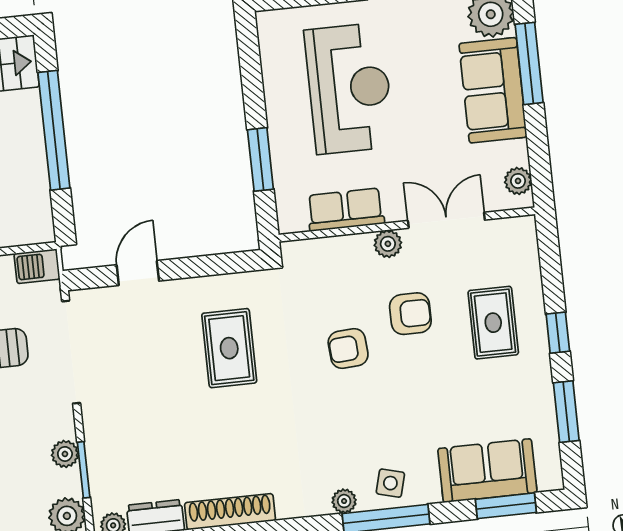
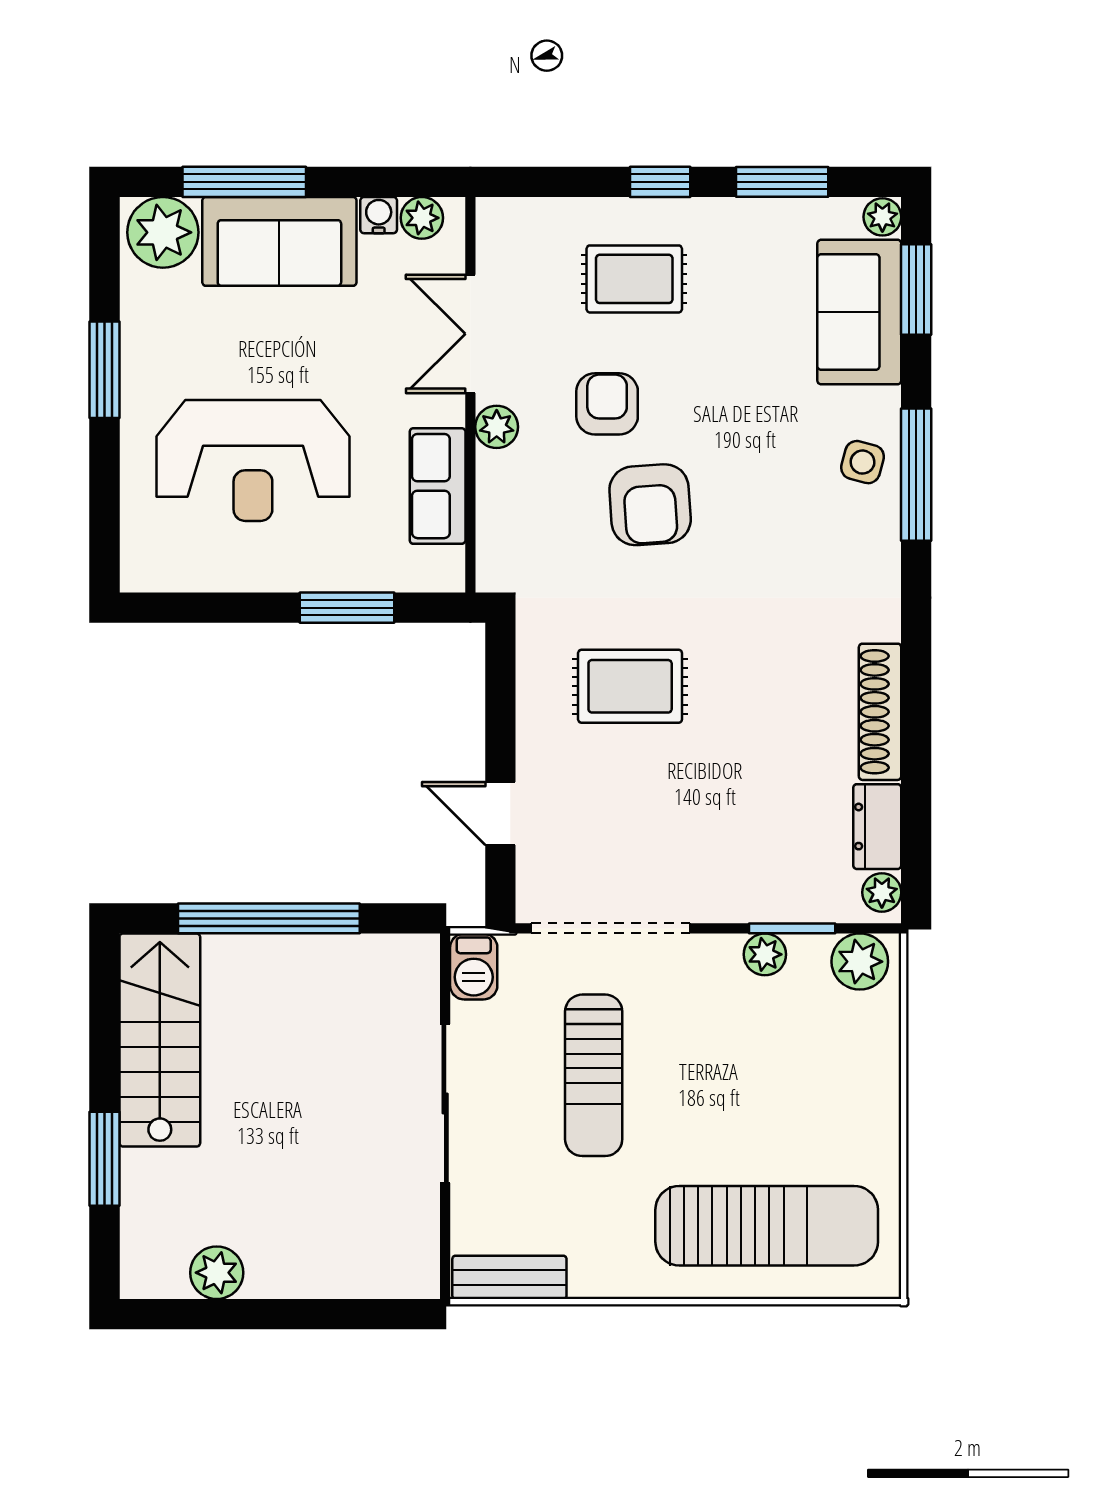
reception desk: (349, 88) -> (253, 460), turned 180
water cooler: (517, 153) -> (379, 215), added
armchair: (348, 348) -> (650, 505), width x1.38, depth x1.38
plant: (344, 501) -> (882, 217), moved

